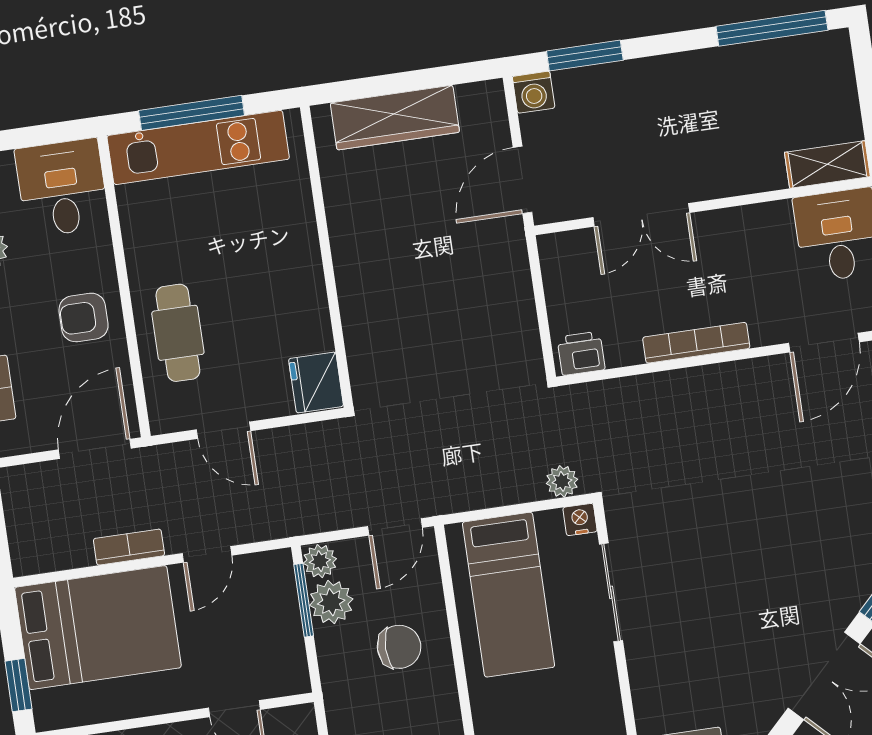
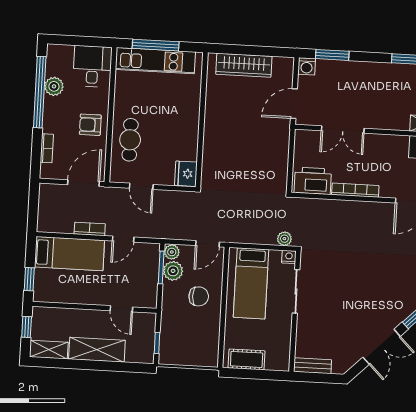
printer: (581, 353) -> (313, 181), width x1.87, depth x1.48
bed: (98, 628) -> (69, 254), width x0.67

